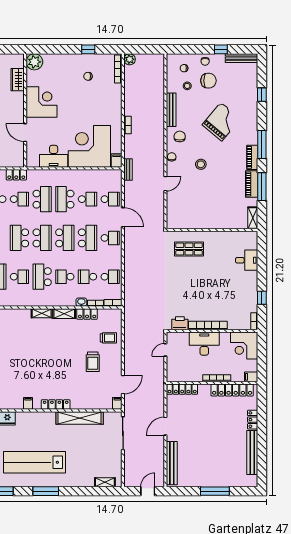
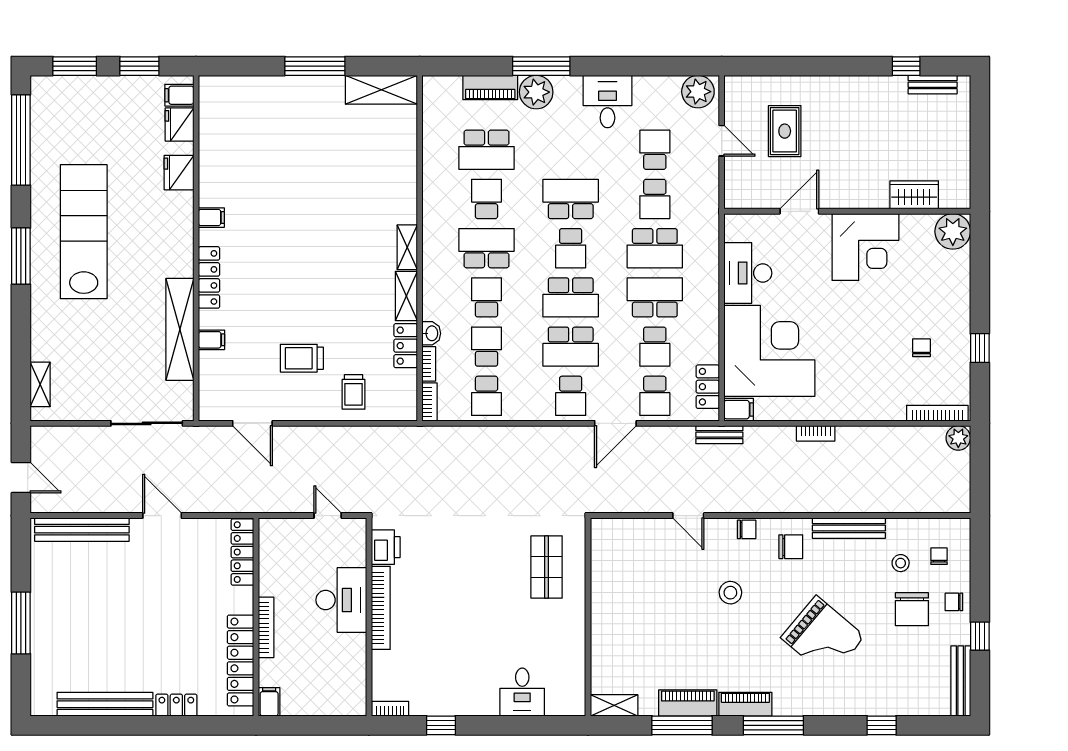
locker: (16, 175) -> (708, 387), moved
school desk: (42, 238) -> (571, 248), width x0.54
school desk: (19, 277) -> (487, 199), turned 180
corner desk: (244, 345) -> (337, 687), removed
filing cabinet: (117, 403) -> (211, 340), moved

